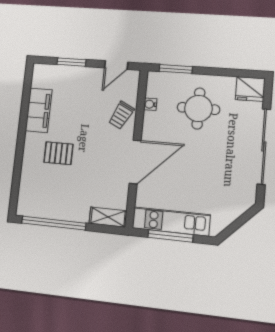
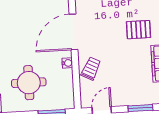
water cooler: (150, 104) -> (67, 63), moved

